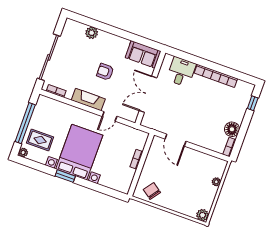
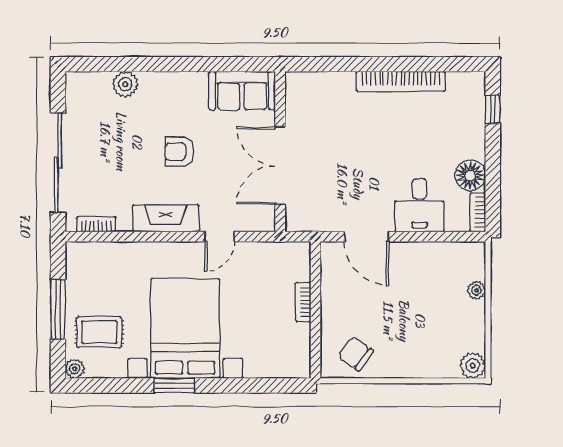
desk: (181, 72) -> (419, 205), moved, turned 180
window: (25, 123) -> (58, 309), width x0.68

